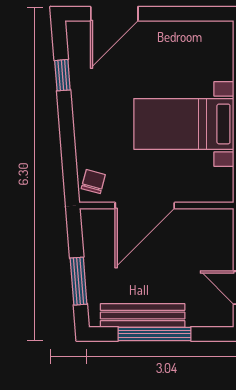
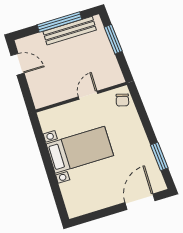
window: (62, 75) -> (159, 157), width x1.50
door: (145, 206) -> (88, 95), width x0.53

